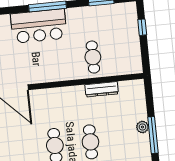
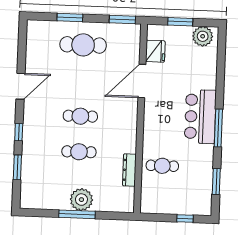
plant: (142, 127) -> (81, 200), width x1.88, depth x1.88

